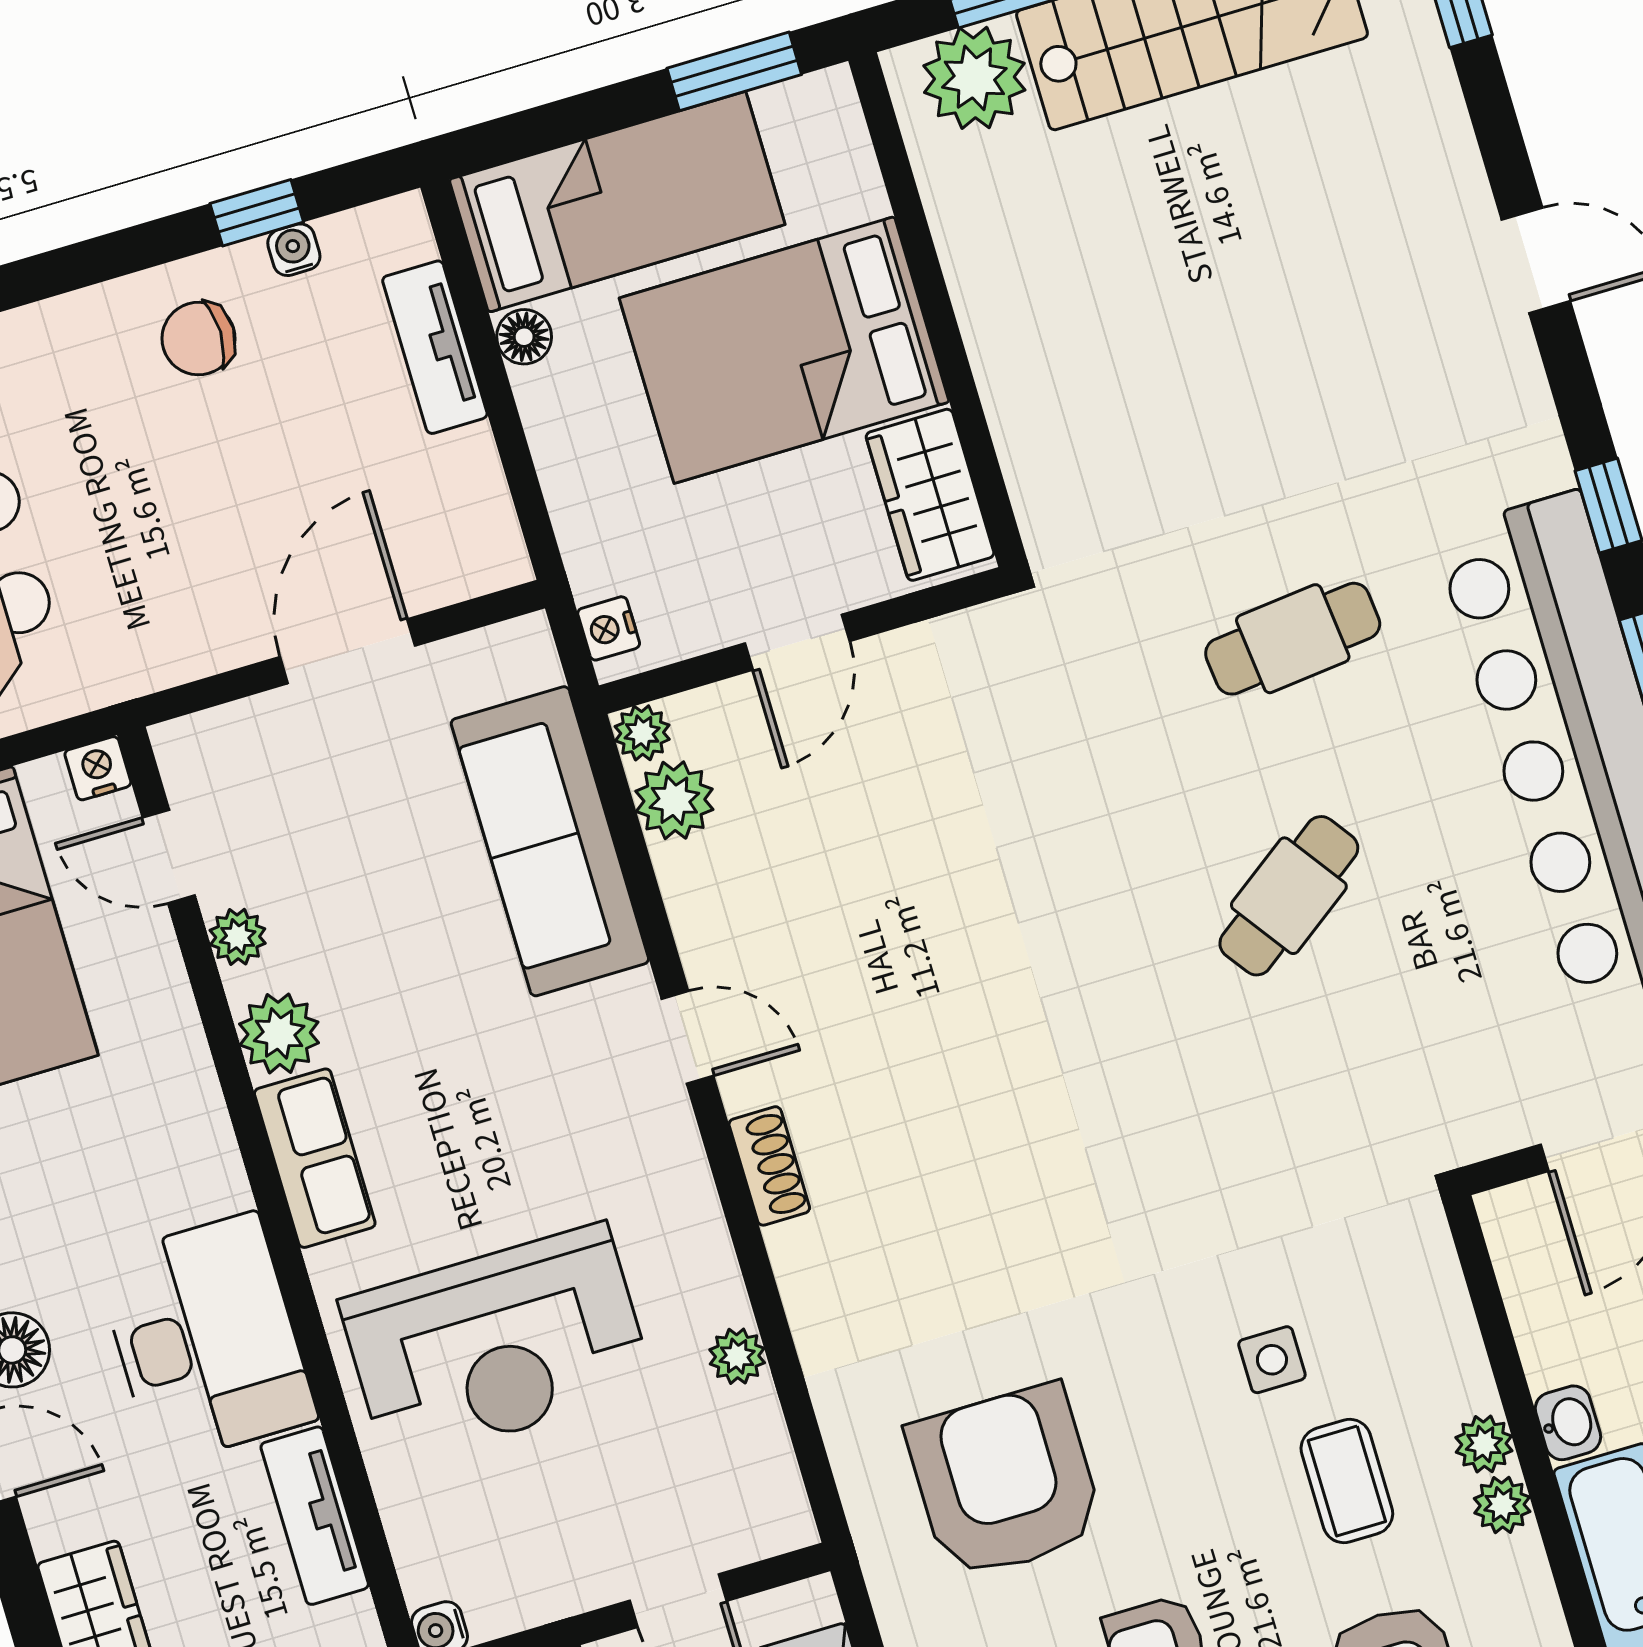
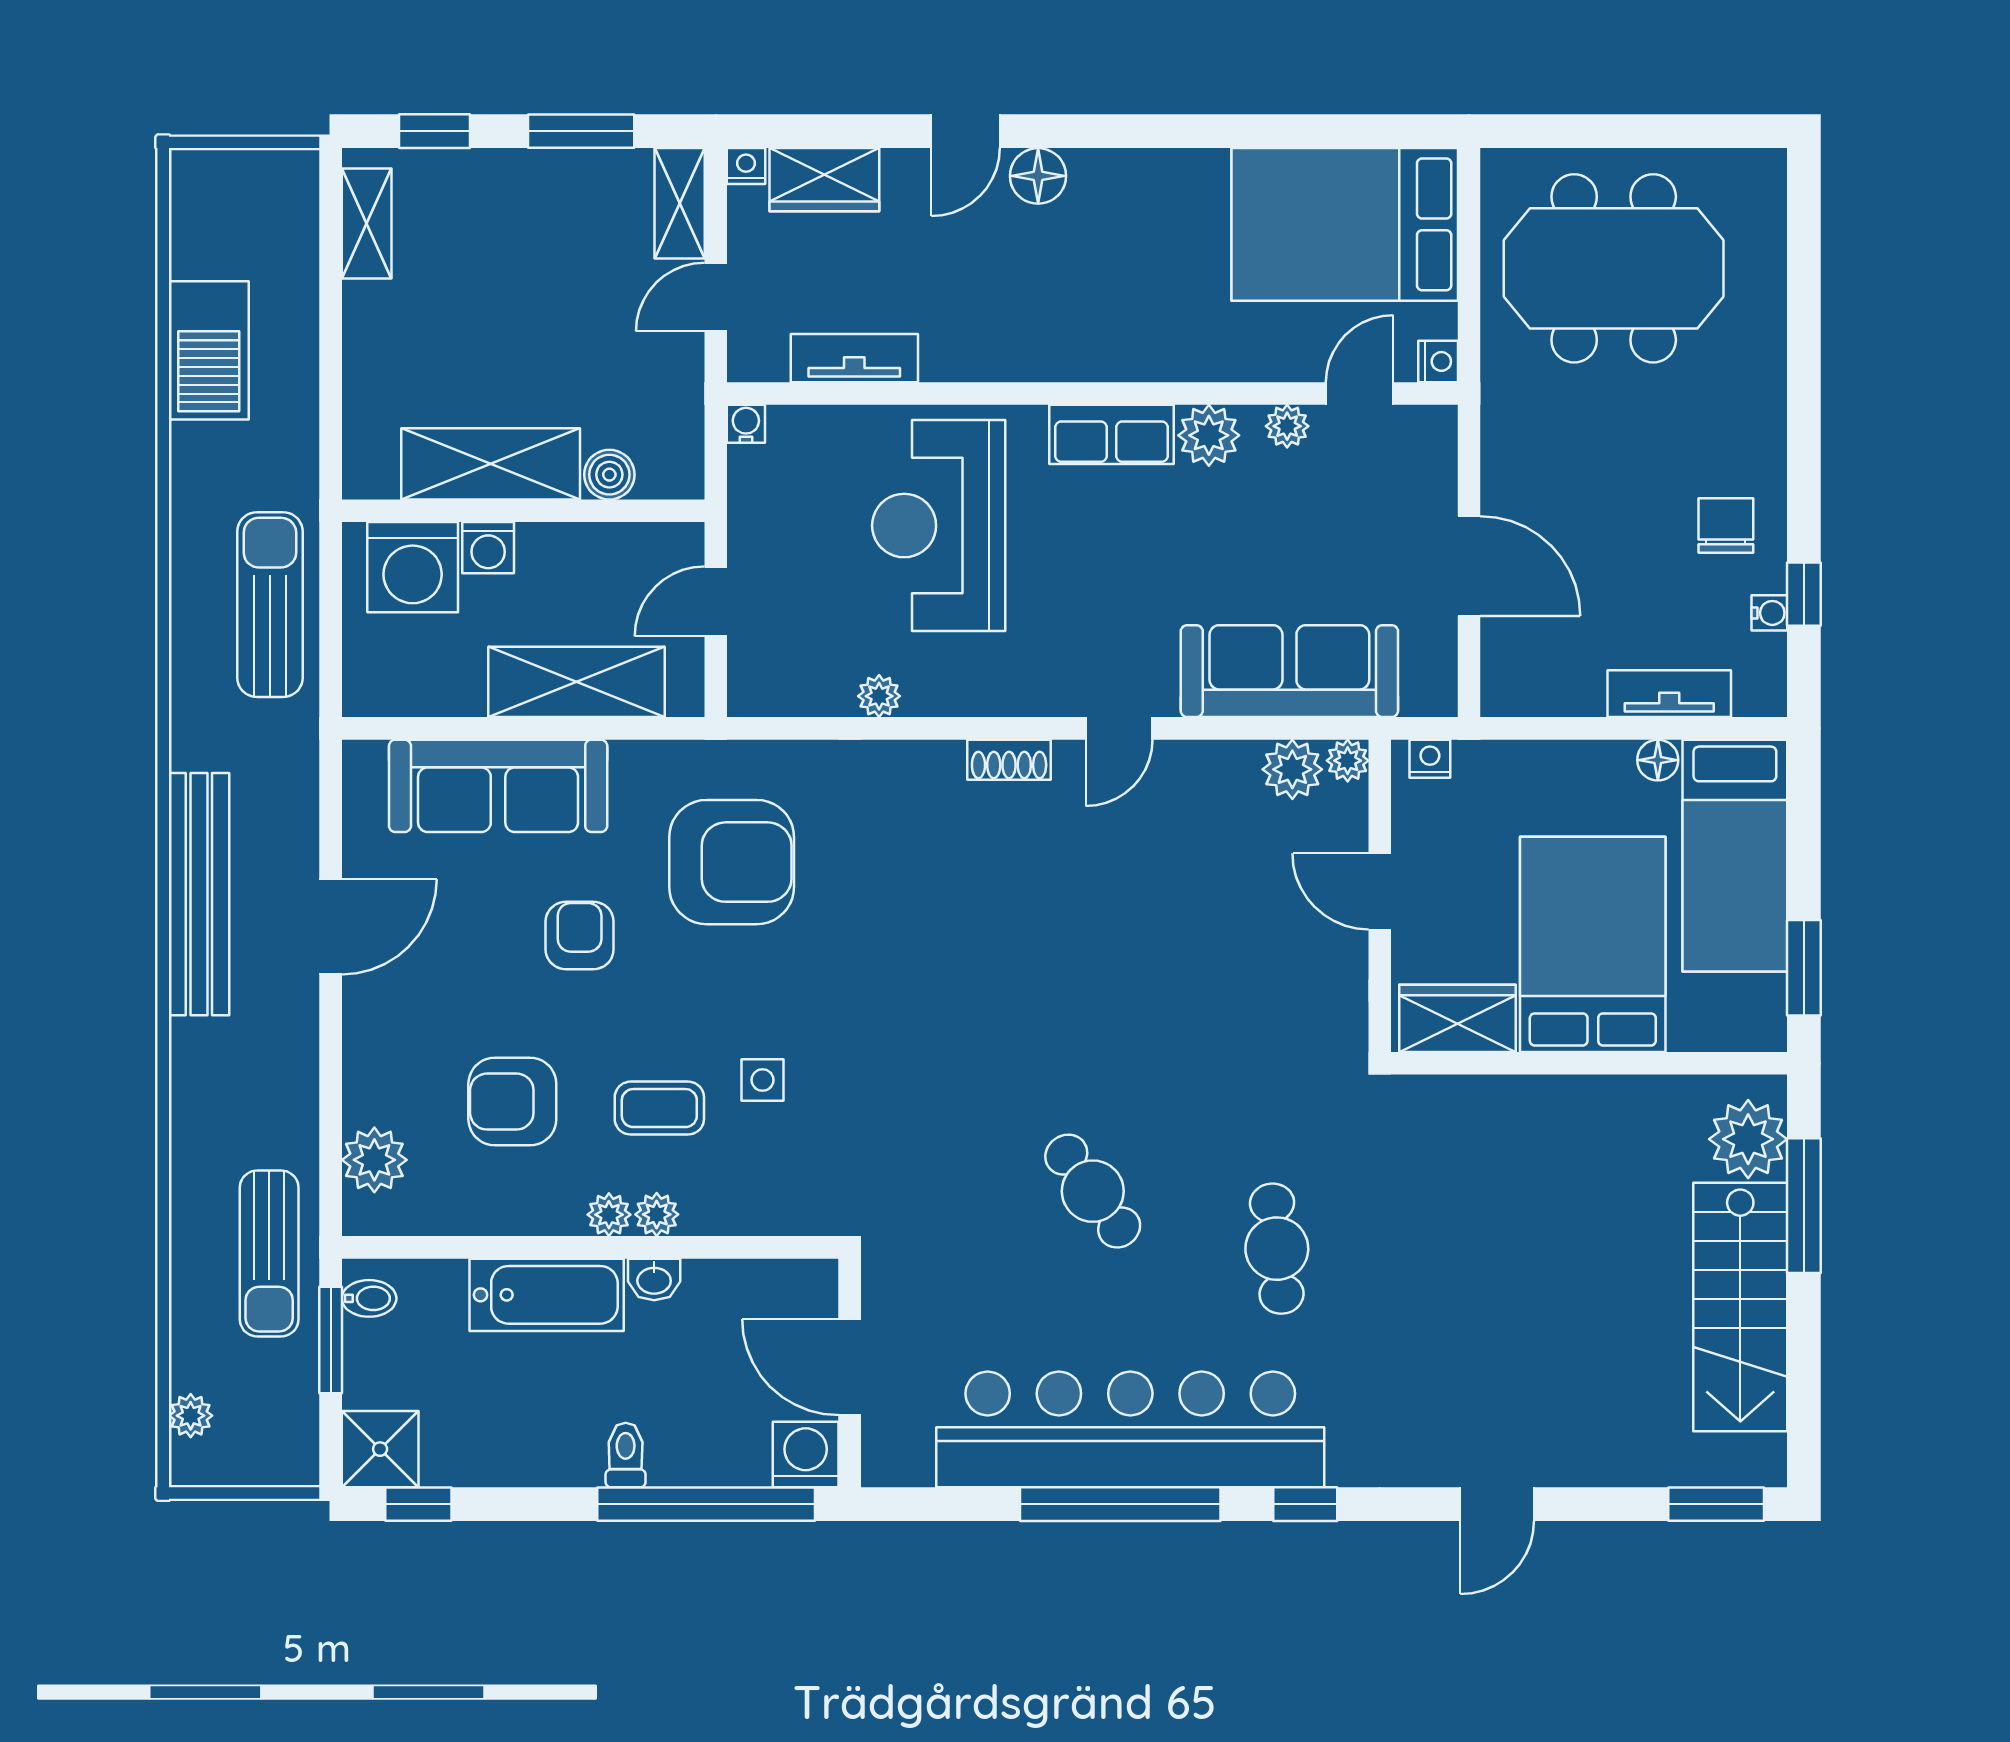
desk: (206, 1339) -> (1005, 318), removed

